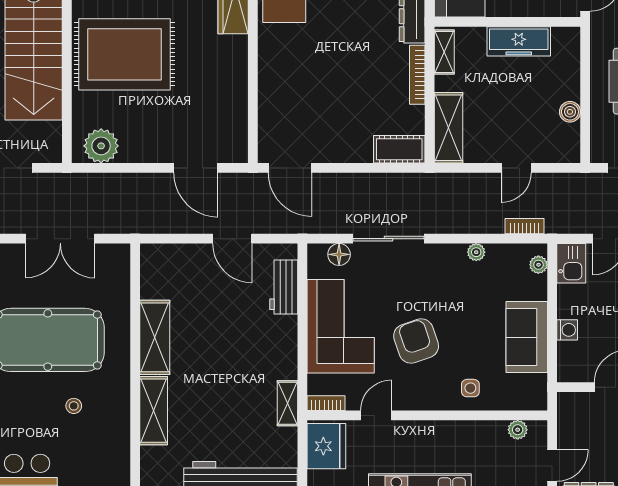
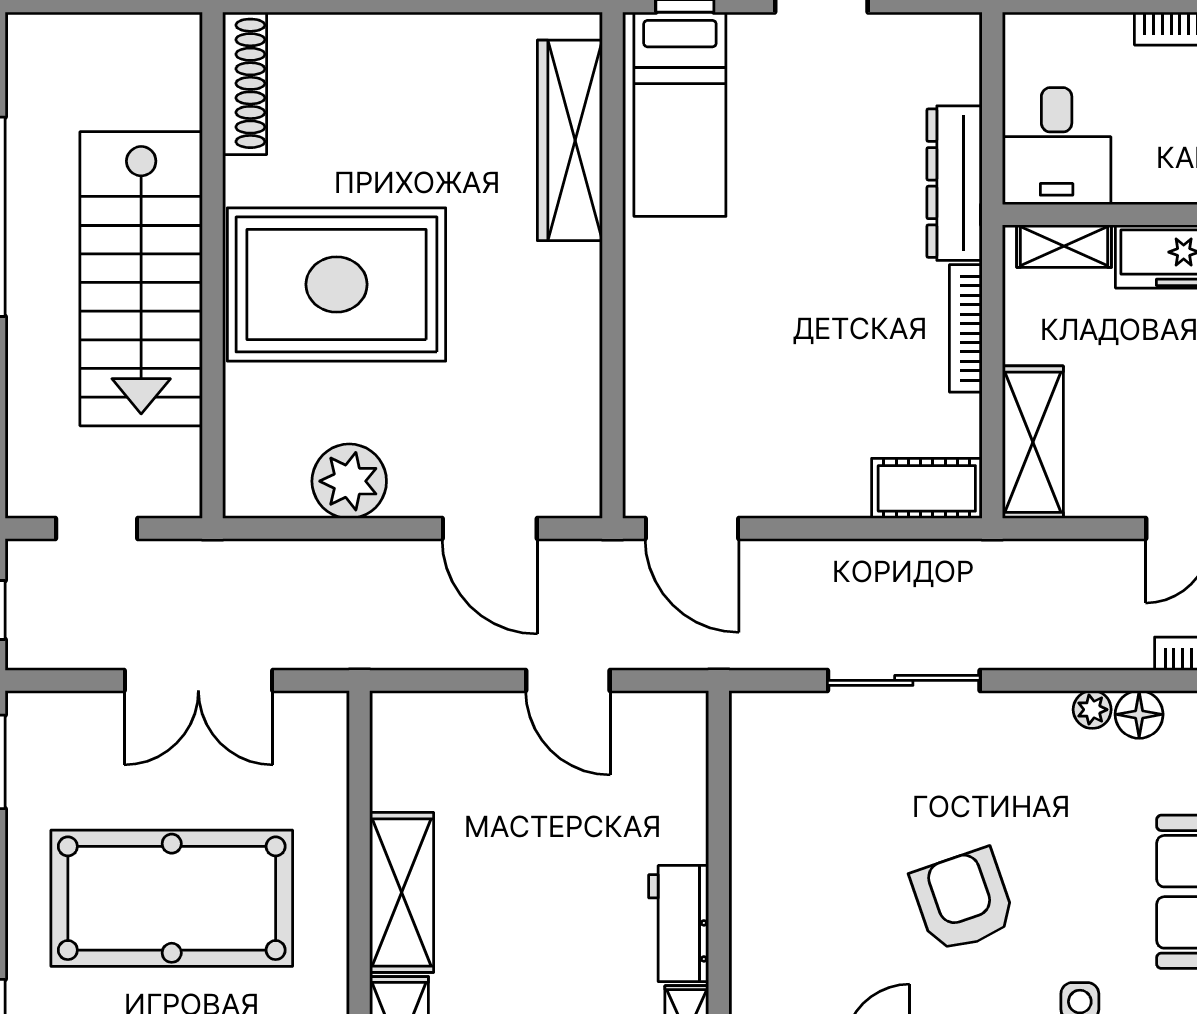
shelving: (444, 52) -> (1064, 246), moved, turned 90
plant: (101, 146) -> (349, 481), moved
floor lamp: (339, 254) -> (1139, 714), moved
workbench: (284, 287) -> (679, 924), moved
corner sofa: (341, 326) -> (801, 869), removed

